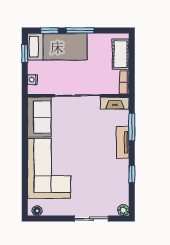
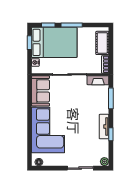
bed: (57, 47) -> (54, 42), width x1.50
tv unit: (123, 142) -> (104, 127), moved

